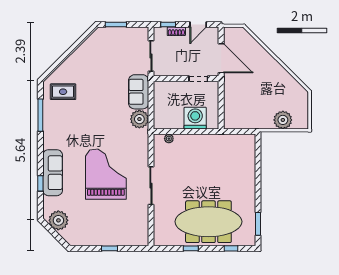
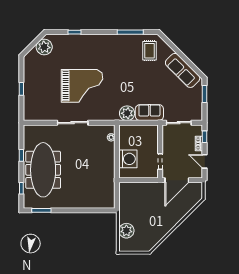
sofa: (53, 173) -> (183, 70), moved, turned 45

